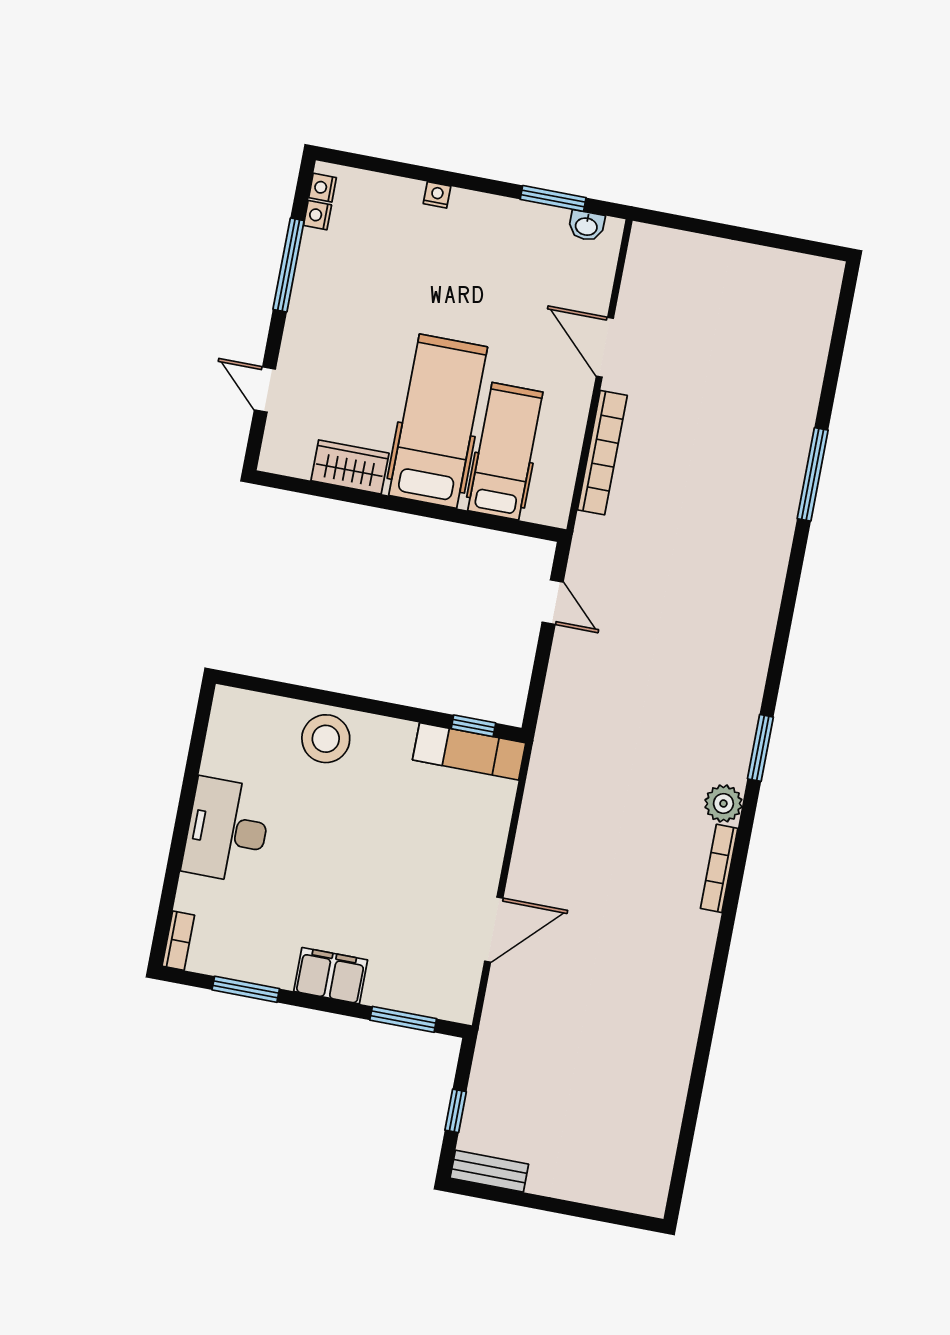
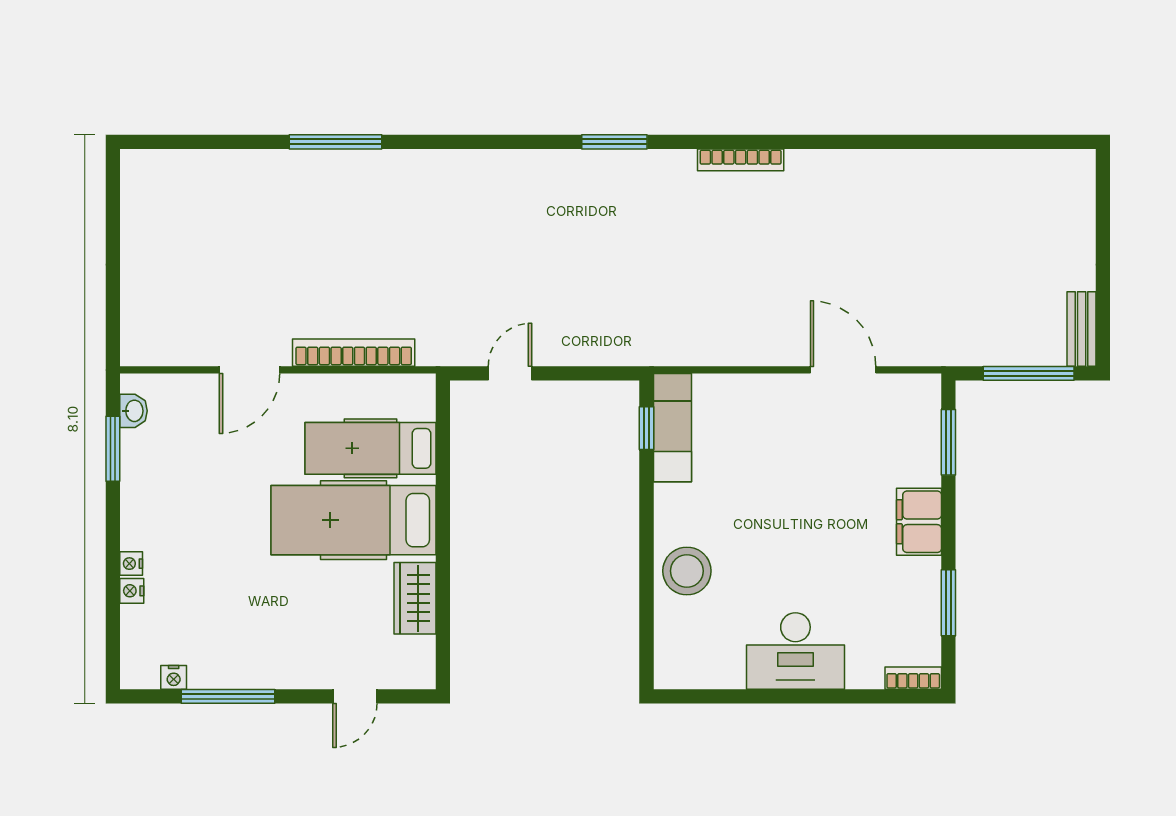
nightstand: (323, 188) -> (132, 591), moved, turned 90
plant: (723, 803) -> (676, 168), removed
window: (456, 1111) -> (1029, 373), width x2.17

